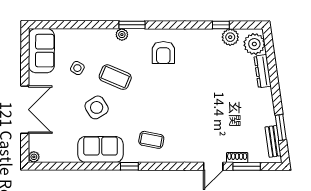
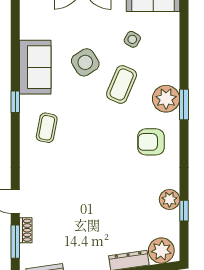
plant: (122, 35) -> (166, 99), width x1.87, depth x1.87
plant: (230, 37) -> (169, 199), moved

